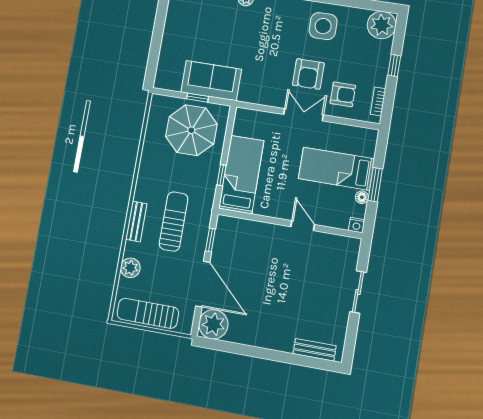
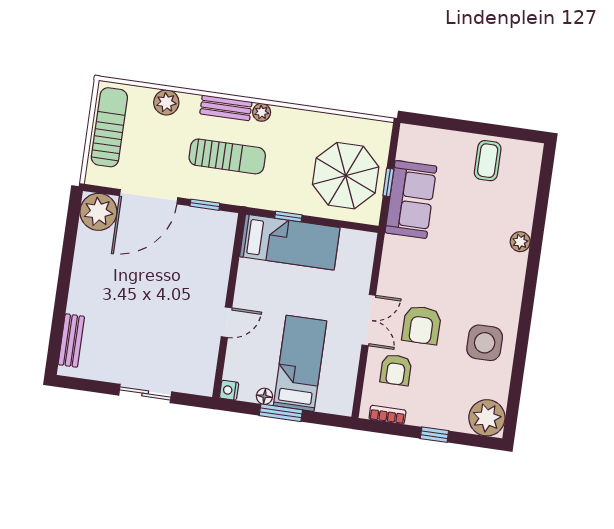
coffee table: (183, 22) -> (488, 161), added
armchair: (308, 74) -> (422, 325), turned -90
plant: (141, 194) -> (262, 112), added

